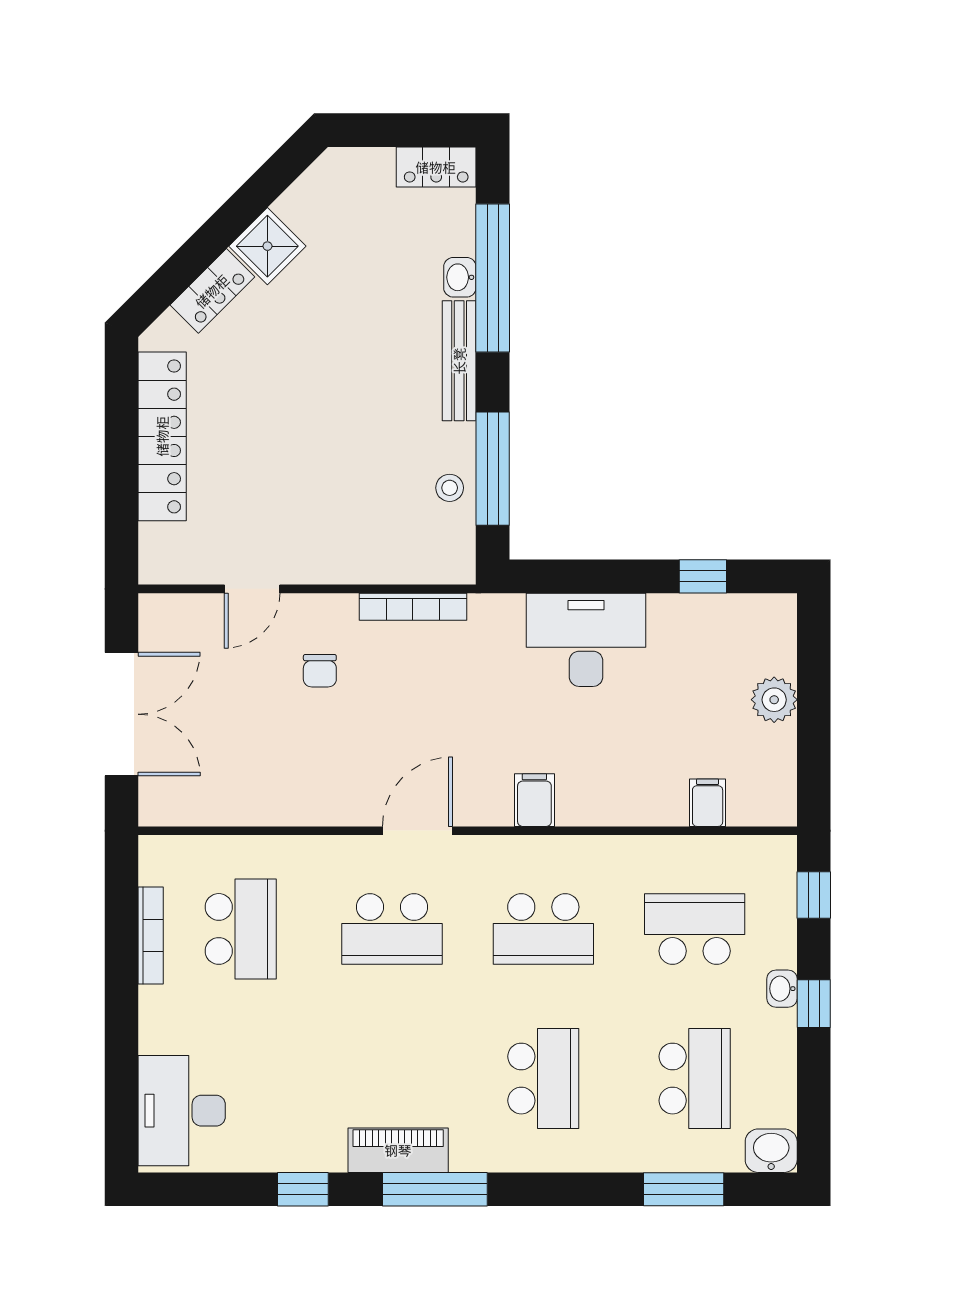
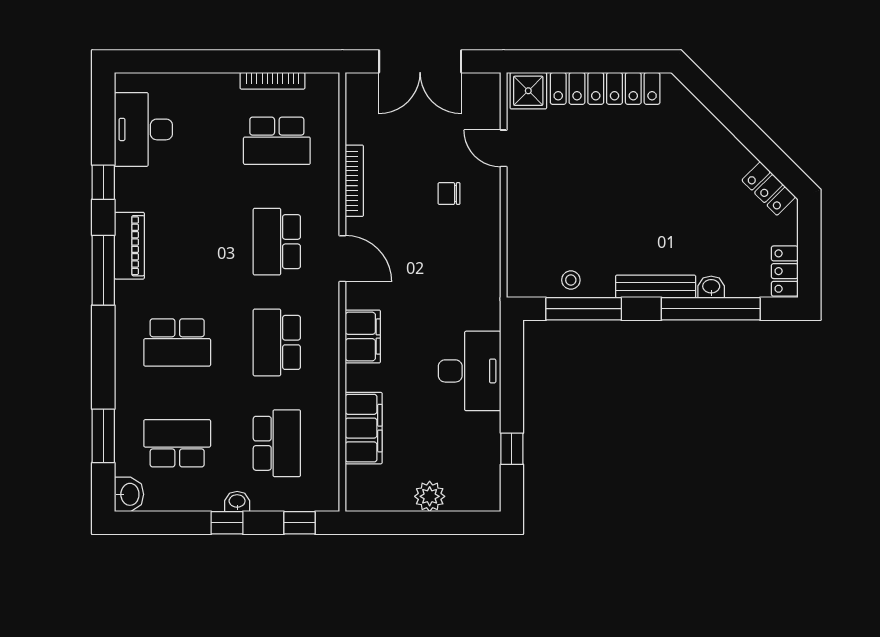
shower: (267, 246) -> (528, 91), moved, turned 45
locker: (212, 291) -> (769, 188), moved
bookcase: (413, 607) -> (354, 181), moved, turned 180
filing cabinet: (534, 800) -> (363, 337), width x2.00
filing cabinet: (708, 803) -> (364, 428), width x3.00, depth x1.17
school desk: (695, 1079) -> (177, 443), turned 180
desk: (182, 1111) -> (143, 129), moved, turned -90

